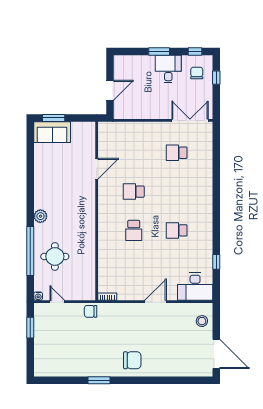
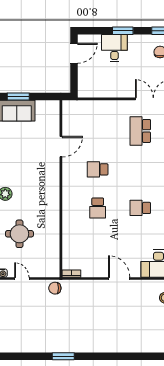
desk: (168, 69) -> (114, 48), moved
door: (110, 90) -> (74, 53), moved
school desk: (177, 153) -> (140, 131), width x1.85
door: (155, 302) -> (119, 278), hinge flipped
chair: (132, 360) -> (96, 337), removed

